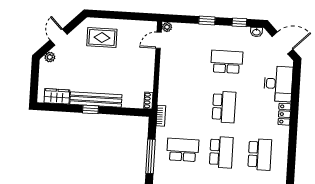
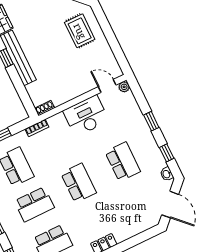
desk: (278, 84) -> (86, 116), moved, turned 180
school desk: (224, 107) -> (79, 183), turned -90

